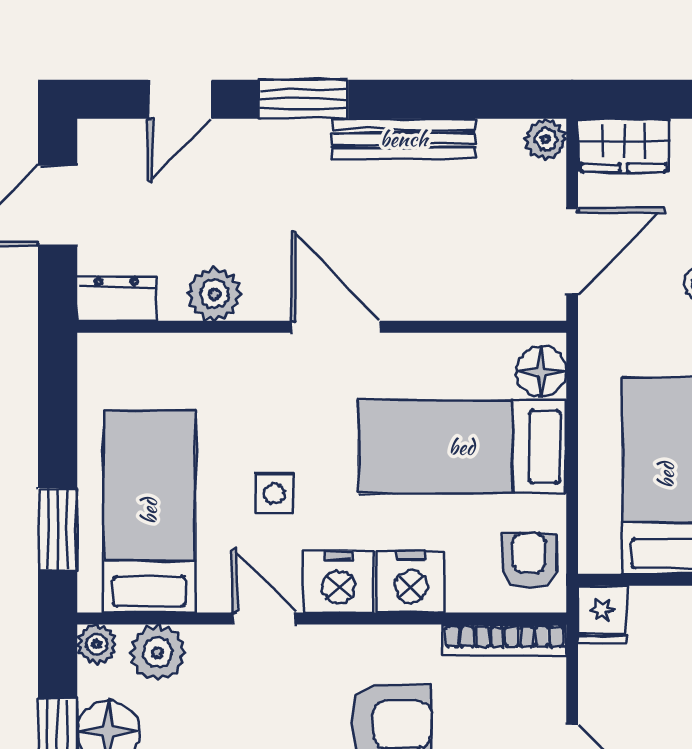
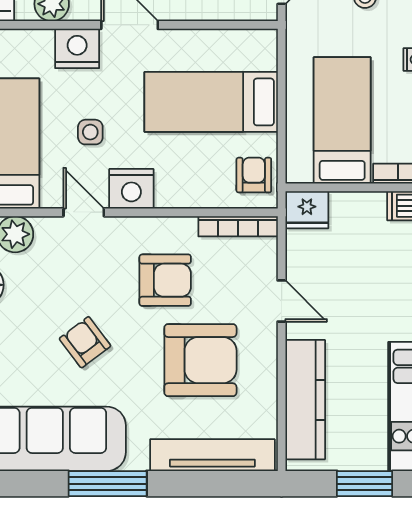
floor lamp: (541, 371) -> (262, 53), removed
nightstand: (411, 582) -> (77, 48), moved, turned 180
fridge: (602, 614) -> (307, 210), width x1.38

